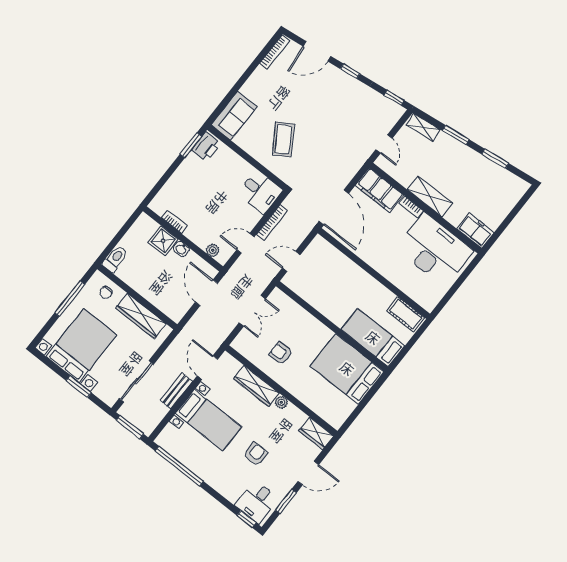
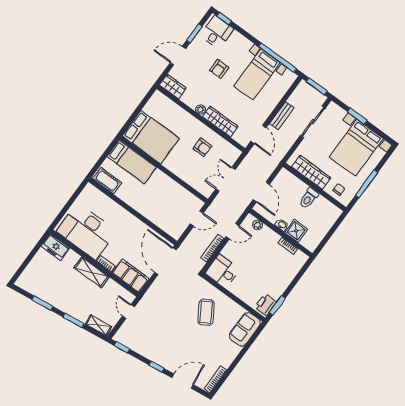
toilet: (115, 259) -> (309, 198), moved
bed with nightstands: (208, 420) -> (257, 74), moved, turned -90

